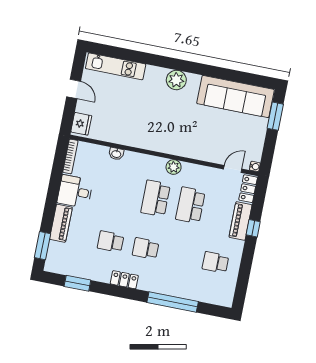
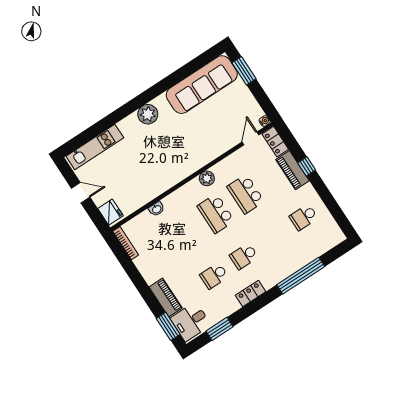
desk: (75, 192) -> (191, 322), moved

